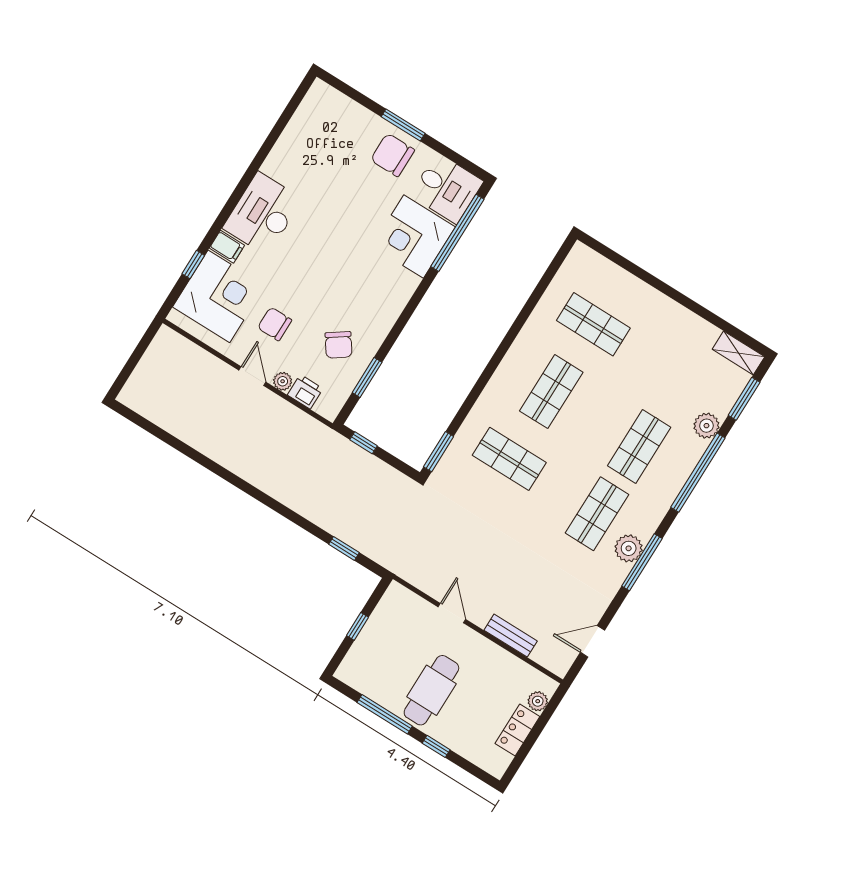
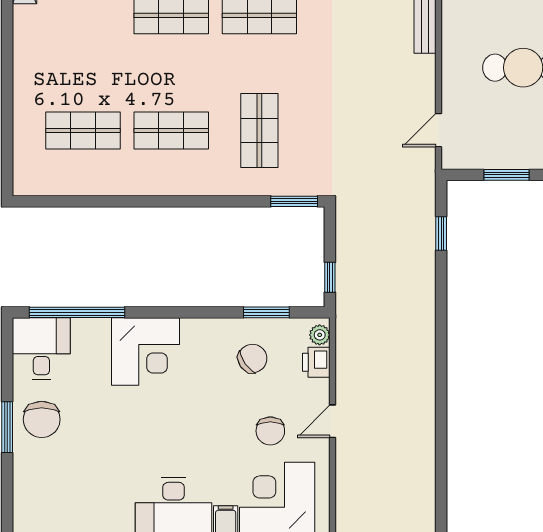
corner desk: (414, 237) -> (146, 352), moved
shop shelf: (593, 324) -> (83, 131), turned 90
plant: (283, 381) -> (320, 335), moved
door: (452, 613) -> (438, 130), moved
window: (358, 626) -> (507, 175), width x1.50

